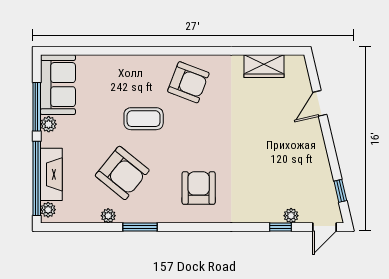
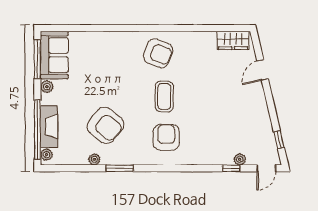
wardrobe: (264, 66) -> (233, 40), moved
window: (37, 107) -> (37, 59), moved
coffee table: (144, 119) -> (164, 97), moved, turned 90

